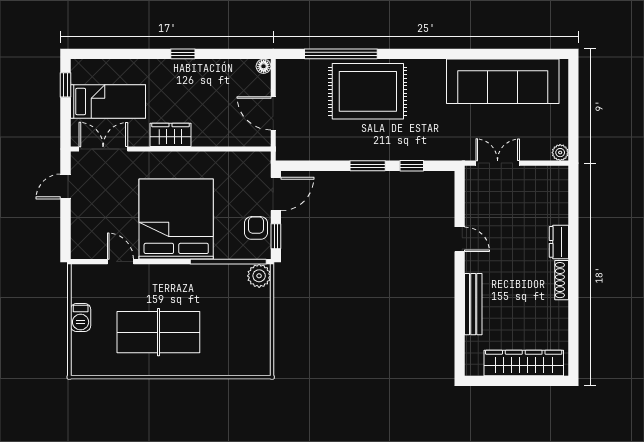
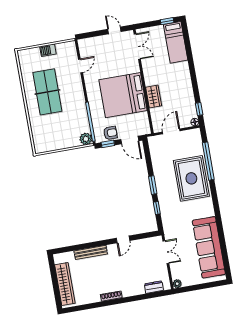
window: (183, 54) -> (199, 109), moved
bed: (108, 101) -> (176, 42), moved
wardrobe: (170, 135) -> (154, 97), moved
bed: (176, 219) -> (123, 95), moved, turned 180
dresser: (559, 242) -> (154, 287), moved

